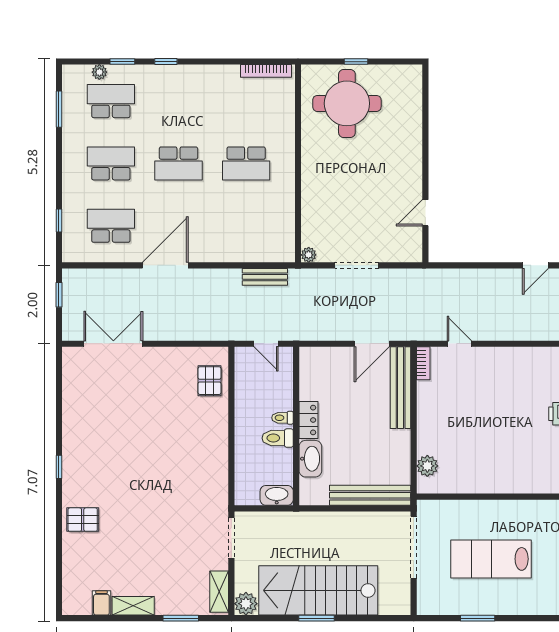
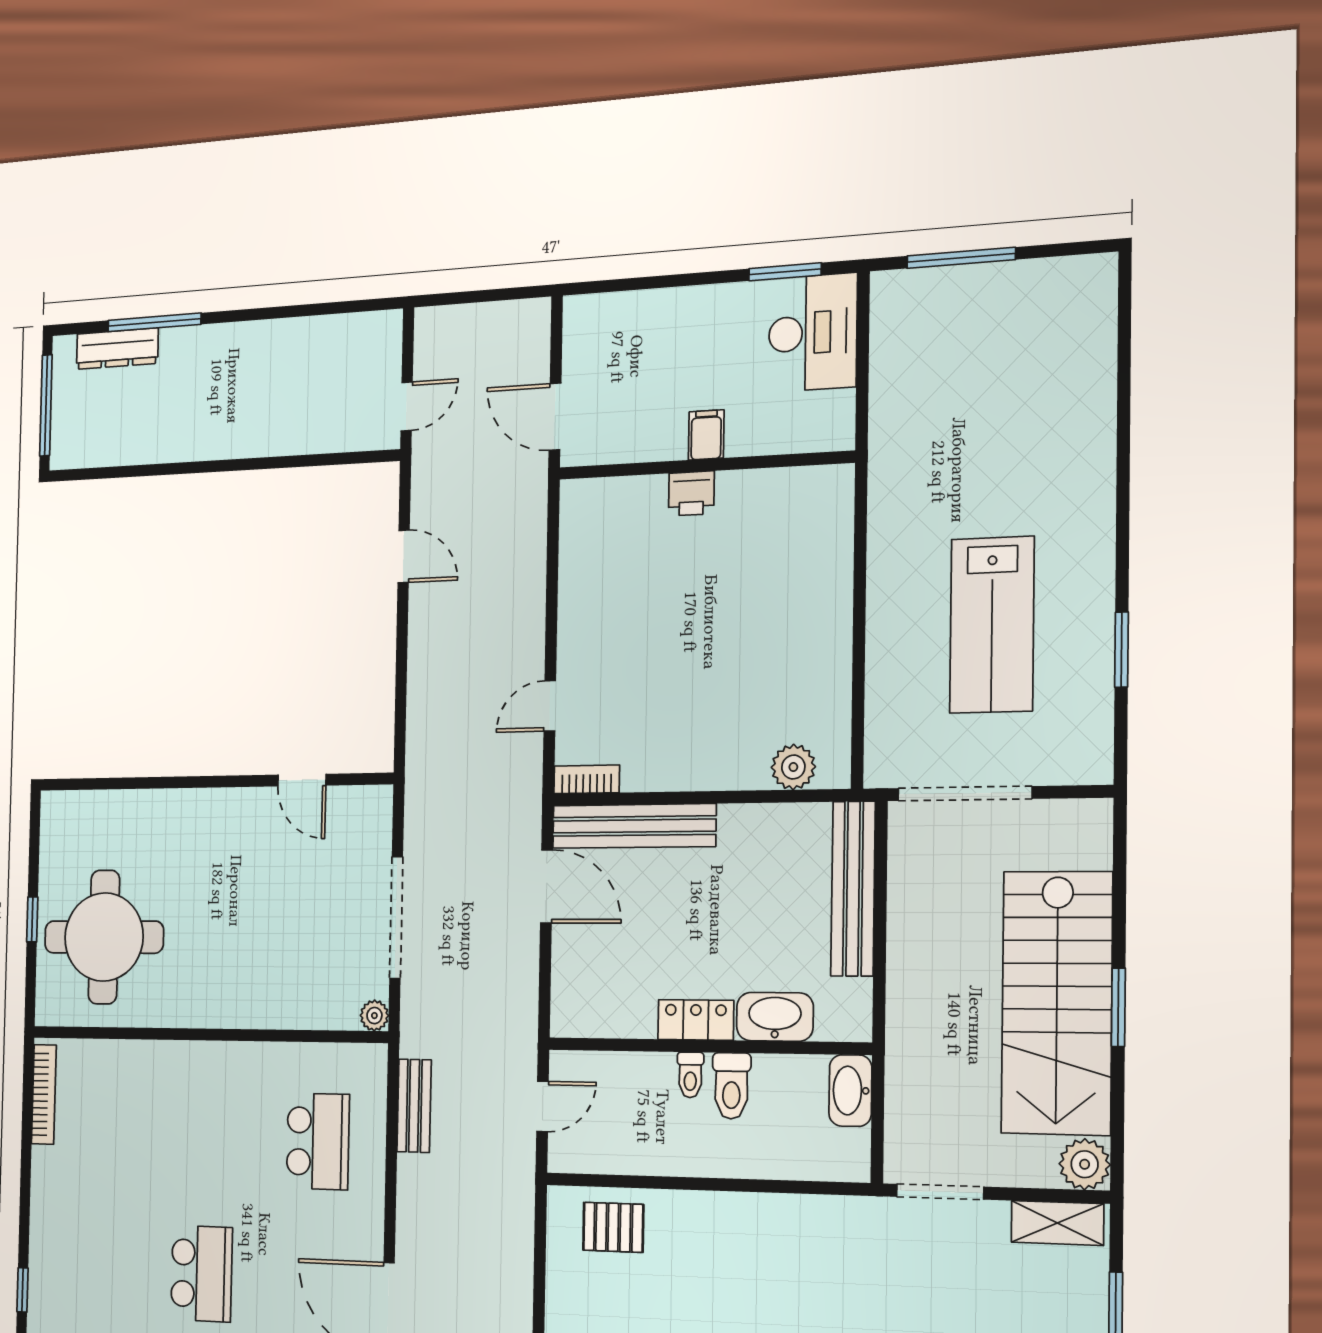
school desk: (246, 163) -> (318, 1141), moved
doorway: (357, 265) -> (396, 917), width x1.36

